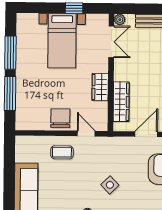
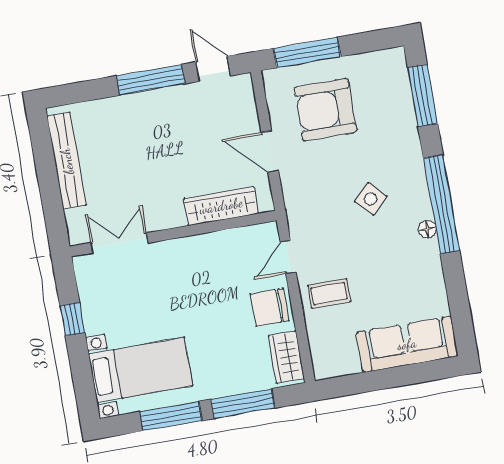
plant: (120, 20) -> (78, 235), removed
bed with nightstands: (62, 41) -> (140, 370), moved
wardrobe: (100, 87) -> (286, 357), moved, turned 90
coffee table: (62, 152) -> (329, 294), turned 90

